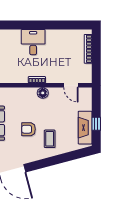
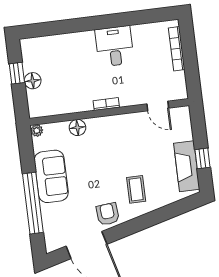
desk: (33, 42) -> (114, 46), moved
floor lamp: (43, 93) -> (77, 128), moved
armchair: (29, 129) -> (108, 214), moved, turned 85

